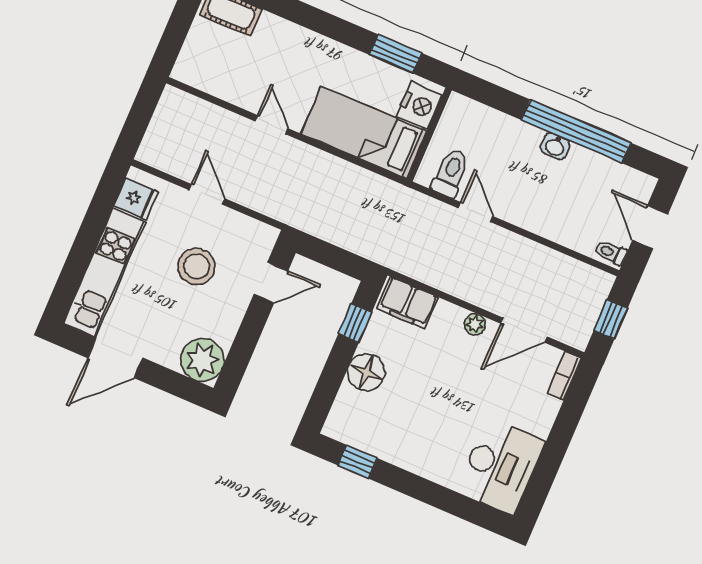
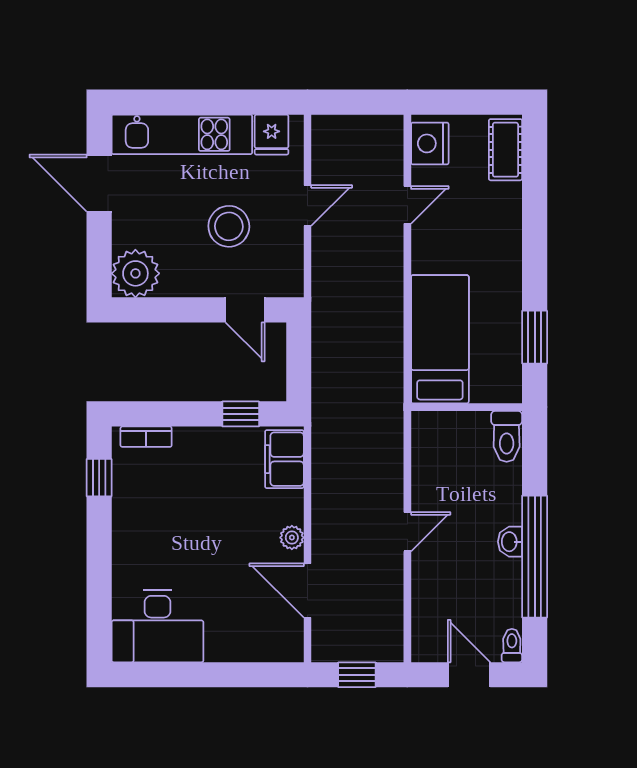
nightstand: (420, 105) -> (430, 143), moved, turned 90
door: (272, 125) -> (407, 205), moved
toilet: (451, 173) -> (507, 436), moved, turned 90
door: (476, 212) -> (407, 532), moved
door: (650, 227) -> (469, 675), hinge flipped
toilet: (611, 253) -> (512, 646), moved
floor lamp: (366, 372) -> (195, 447), removed
bookcase: (564, 376) -> (146, 437), moved, turned 180

